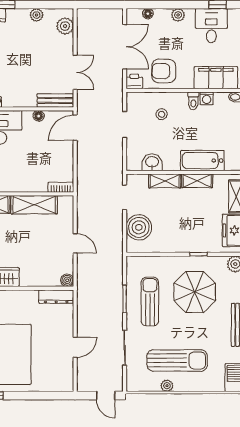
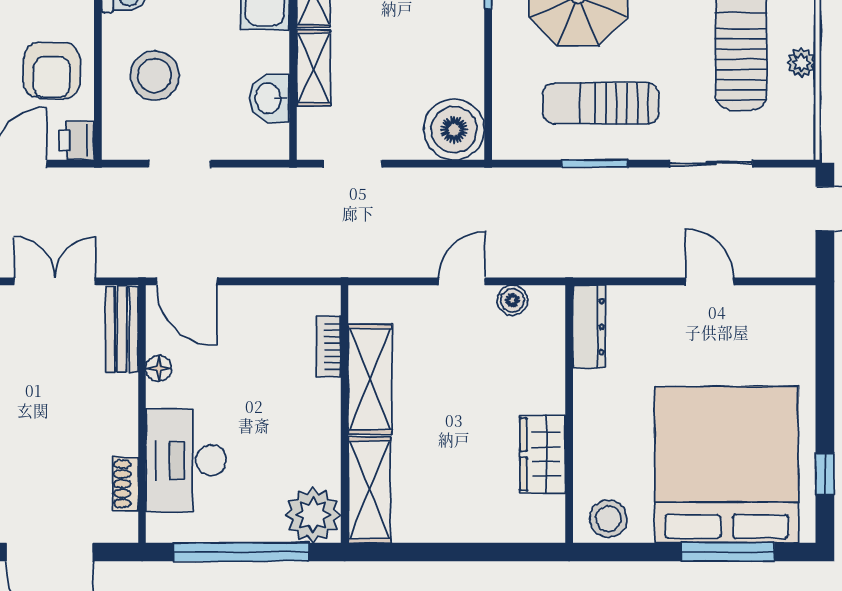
stool: (162, 114) -> (155, 75), width x1.89, depth x1.89
bookcase: (61, 187) -> (329, 346), moved
boiler: (139, 227) -> (454, 130), moved
boiler: (67, 280) -> (512, 300), moved

